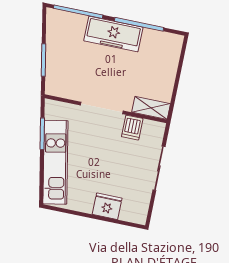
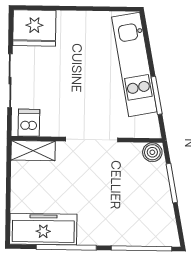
freezer: (113, 34) -> (43, 229), moved
boiler: (54, 88) -> (152, 152), added
dishwasher: (132, 128) -> (29, 123), moved
fridge: (107, 206) -> (34, 28), moved, width x1.36, depth x1.34

